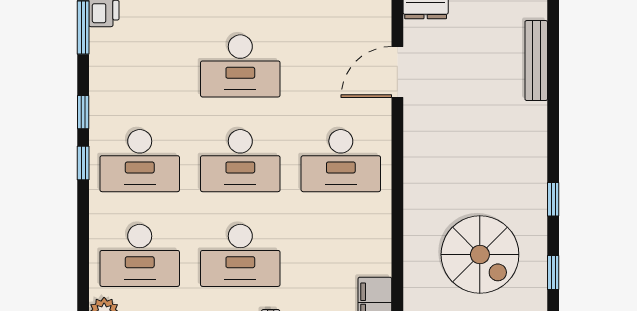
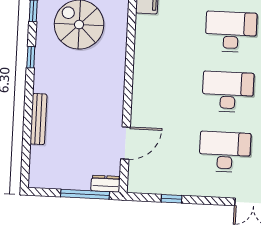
bench: (536, 61) -> (38, 119), moved
desk: (341, 161) -> (164, 89), removed

